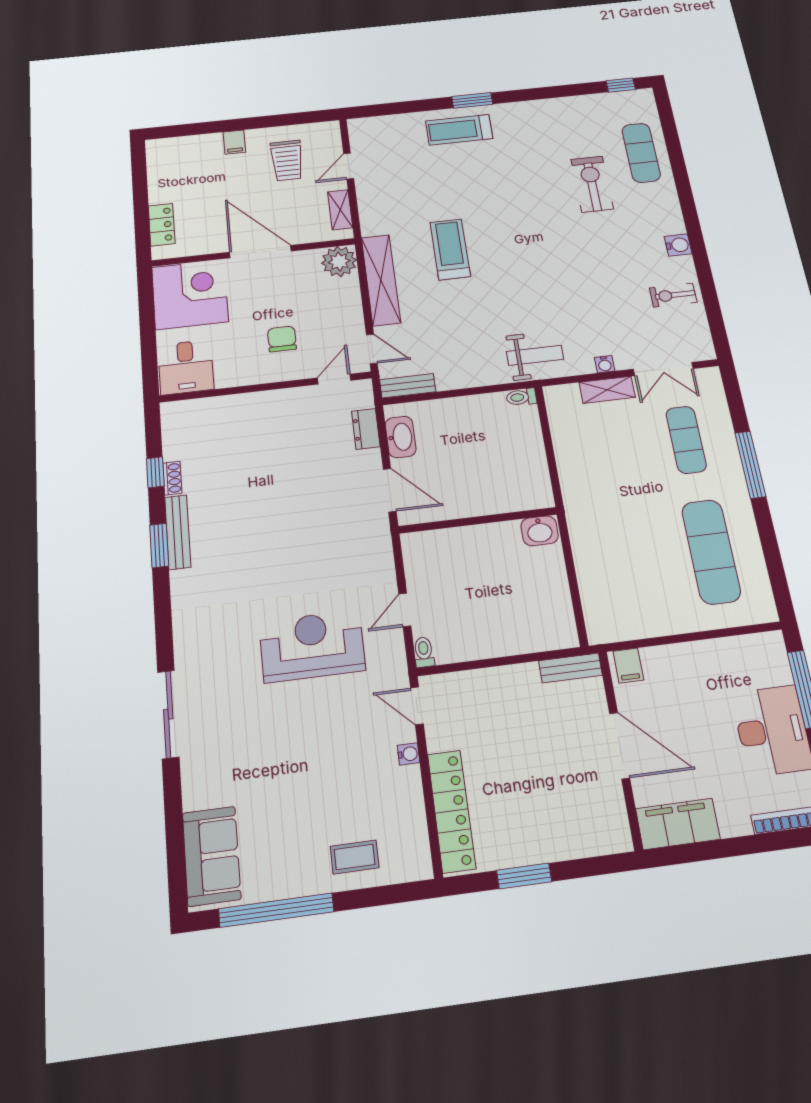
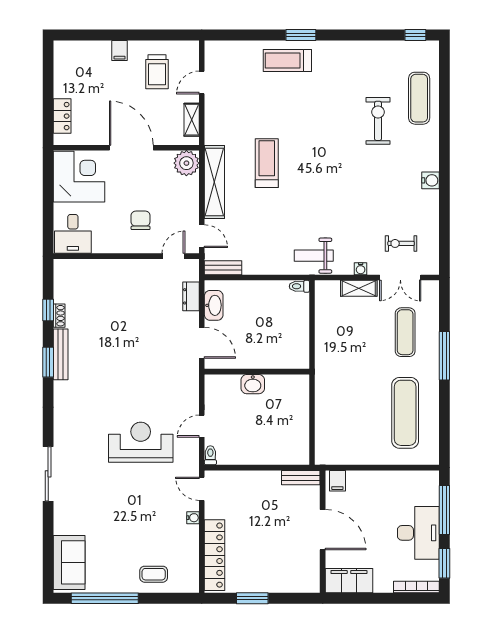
exercise bike: (673, 295) -> (401, 243), moved
weight bench: (535, 355) -> (314, 256), turned 180
washbasin: (540, 531) -> (253, 384), moved

